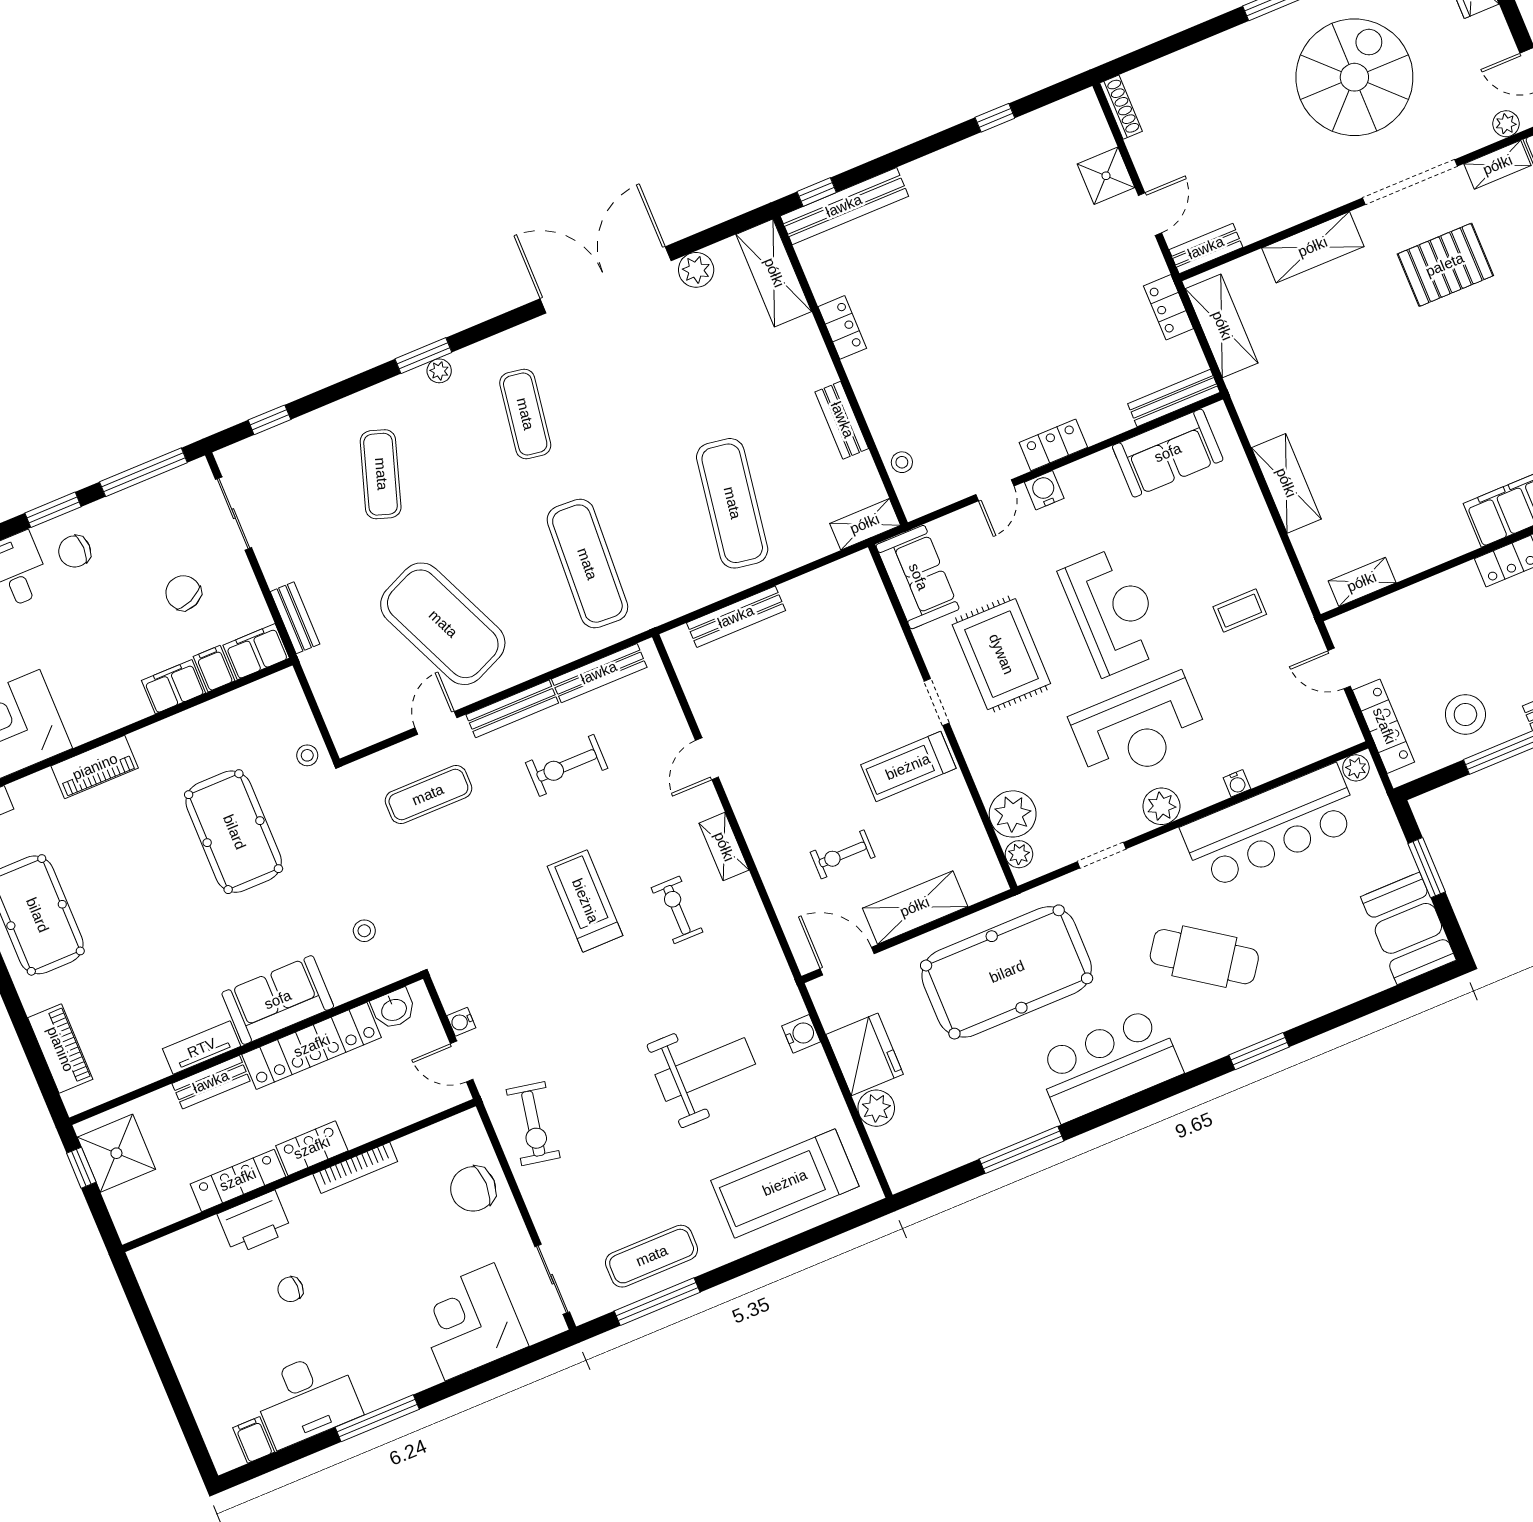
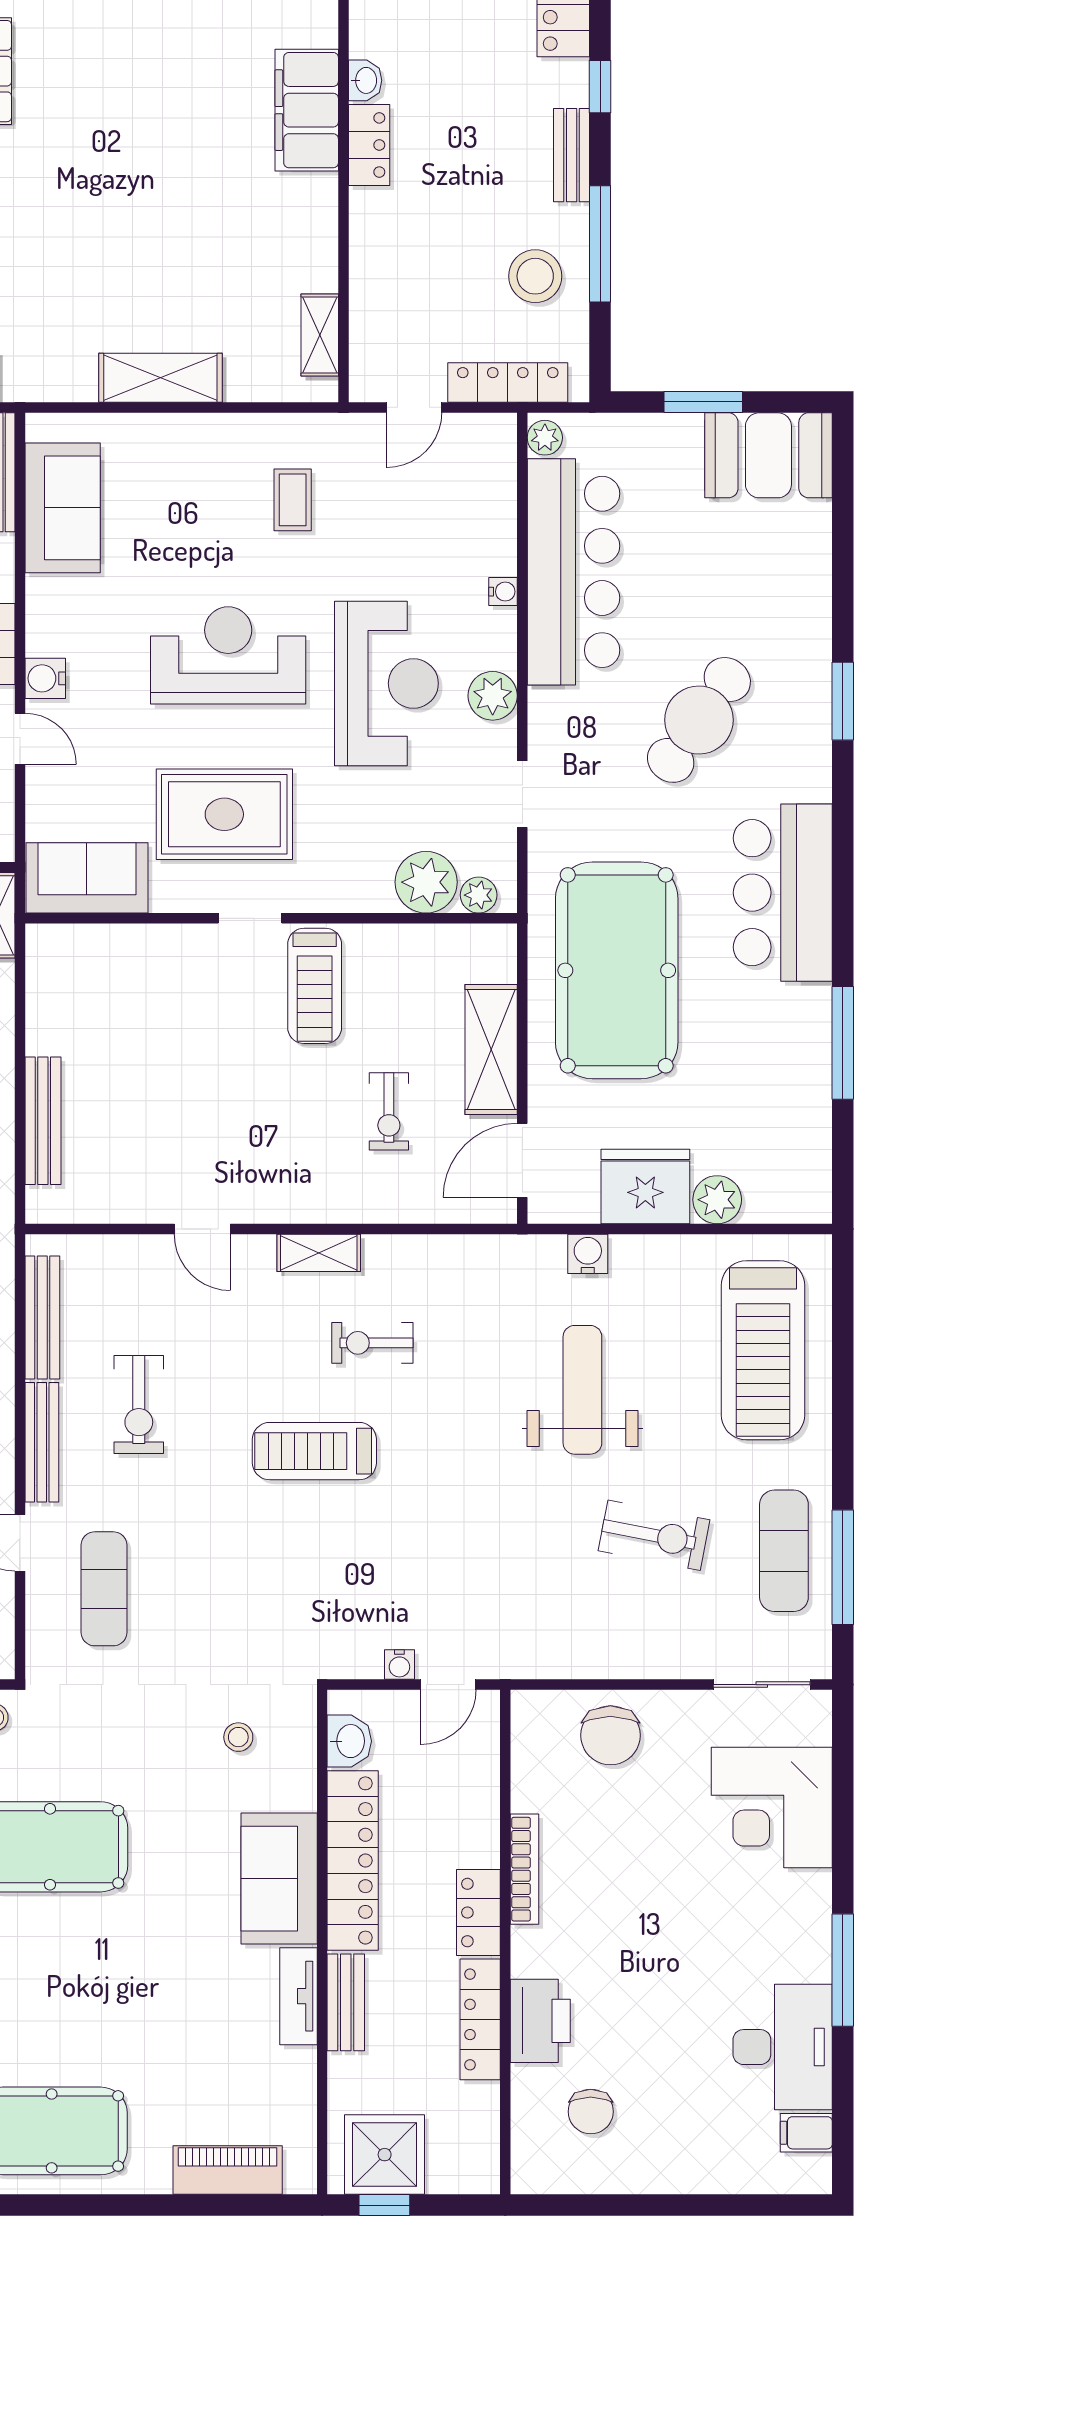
exercise bike: (533, 1124) -> (654, 1535), moved
chair: (290, 1289) -> (591, 2112), moved, width x1.37, depth x1.37

